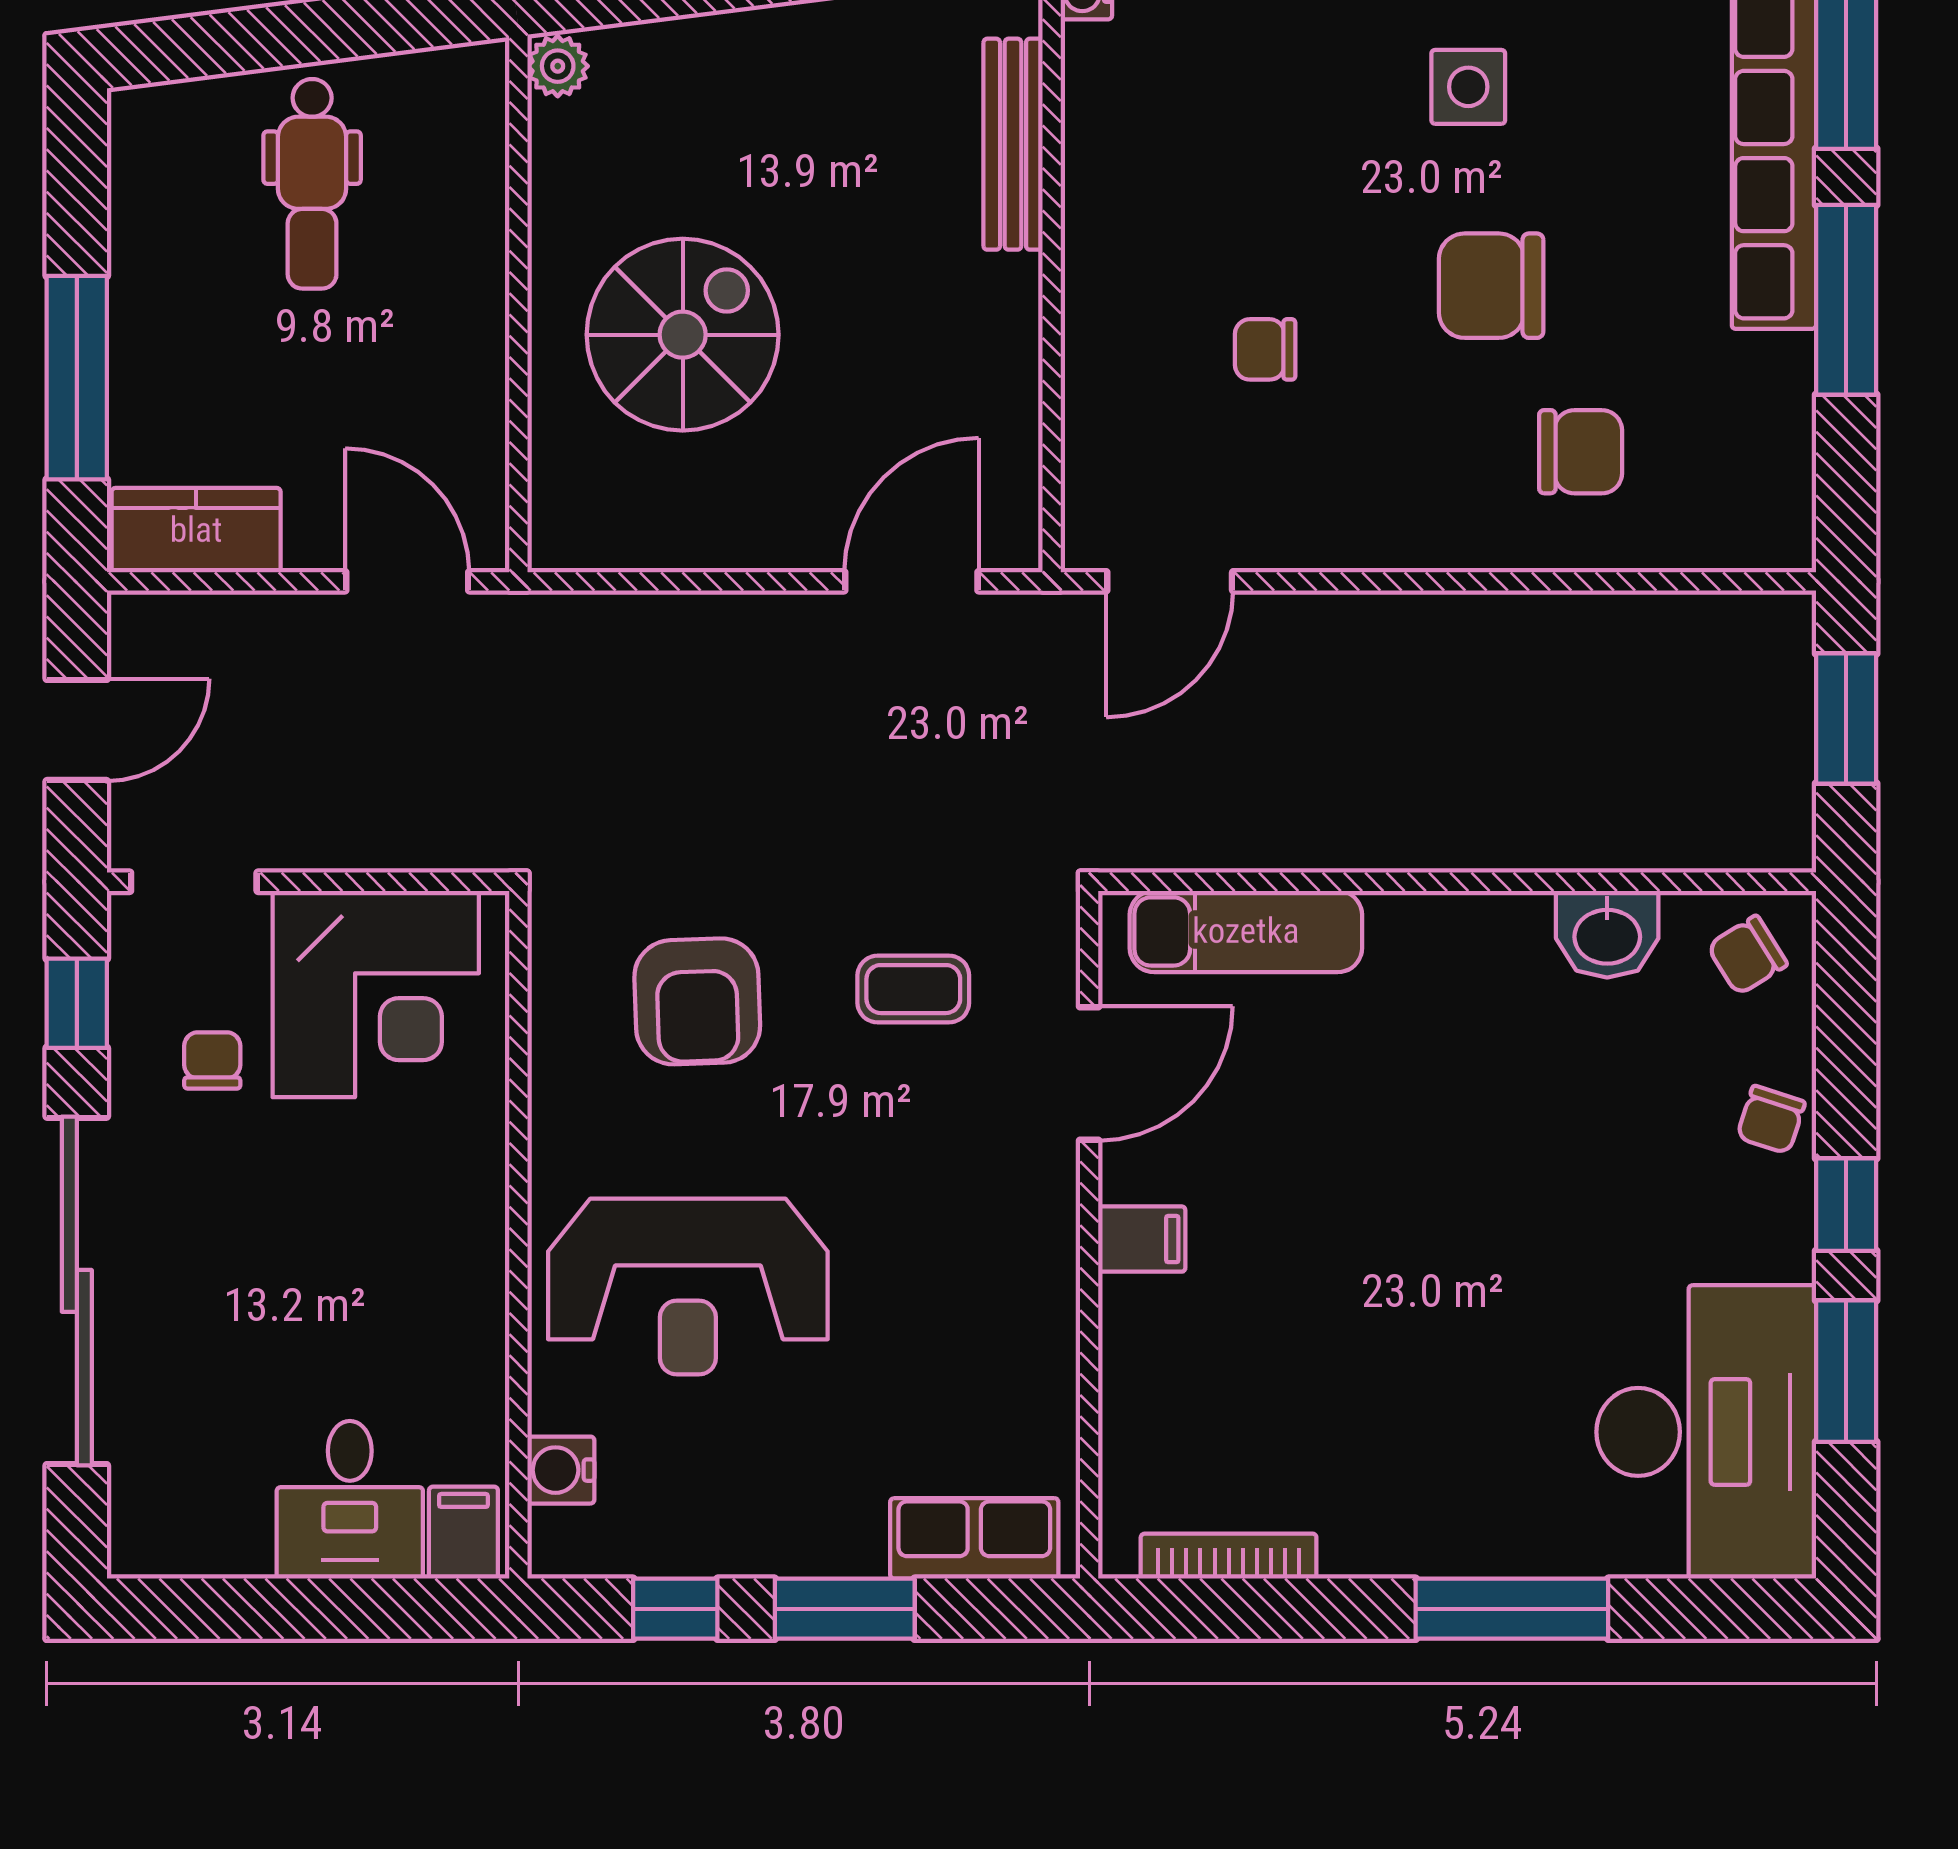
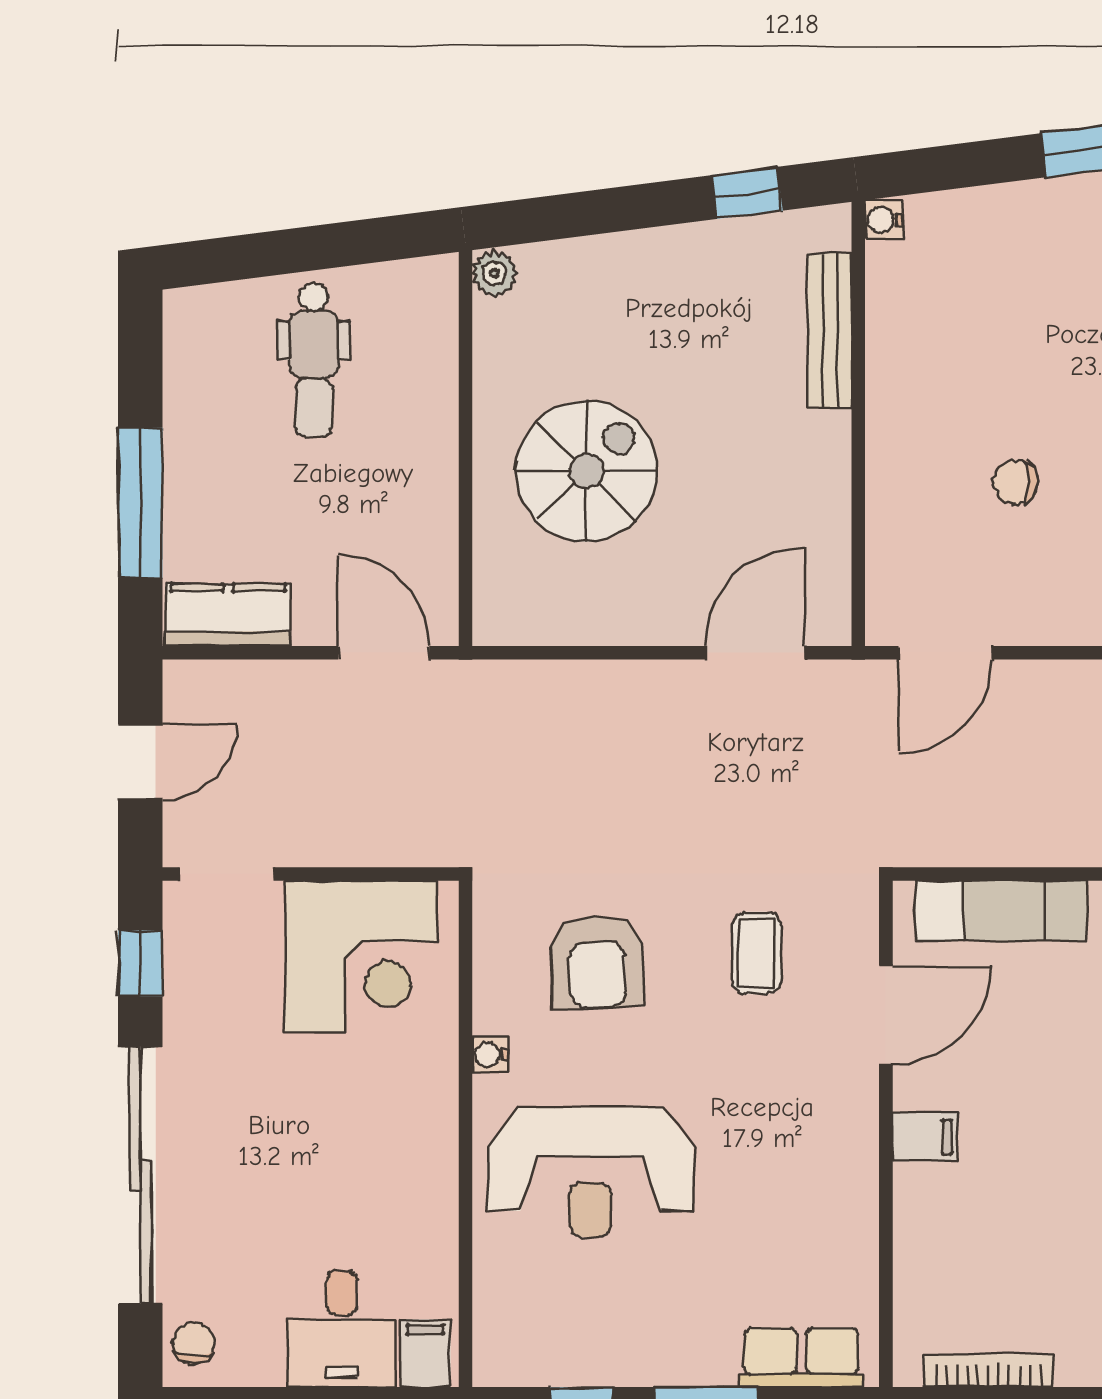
coffee table: (913, 989) -> (756, 953), turned 90
chair: (212, 1060) -> (194, 1343), moved
water cooler: (561, 1470) -> (490, 1055), moved, width x0.72, depth x0.72

